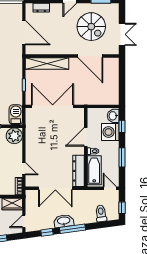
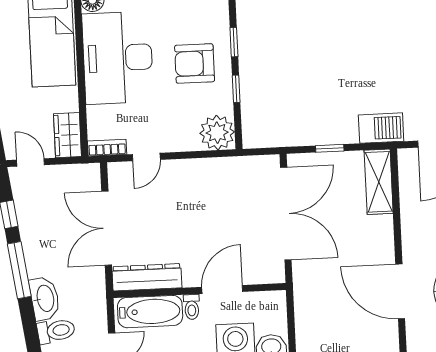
door: (90, 56) -> (400, 291), hinge flipped
shelving: (47, 63) -> (379, 182), width x0.68
barbecue: (16, 115) -> (381, 128), moved
door: (86, 137) -> (222, 289), hinge flipped
washbasin: (64, 221) -> (45, 298), moved

